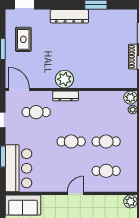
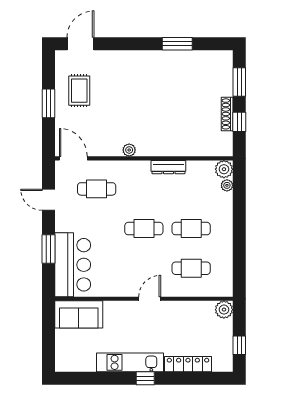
dresser: (69, 16) -> (142, 59), removed
plant: (64, 79) -> (129, 150), width x0.53, depth x0.53
dresser: (66, 96) -> (168, 167), moved

